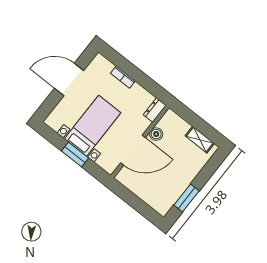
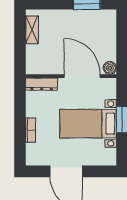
dresser: (155, 110) -> (42, 84), width x1.44
boiler: (156, 134) -> (110, 68), moved

